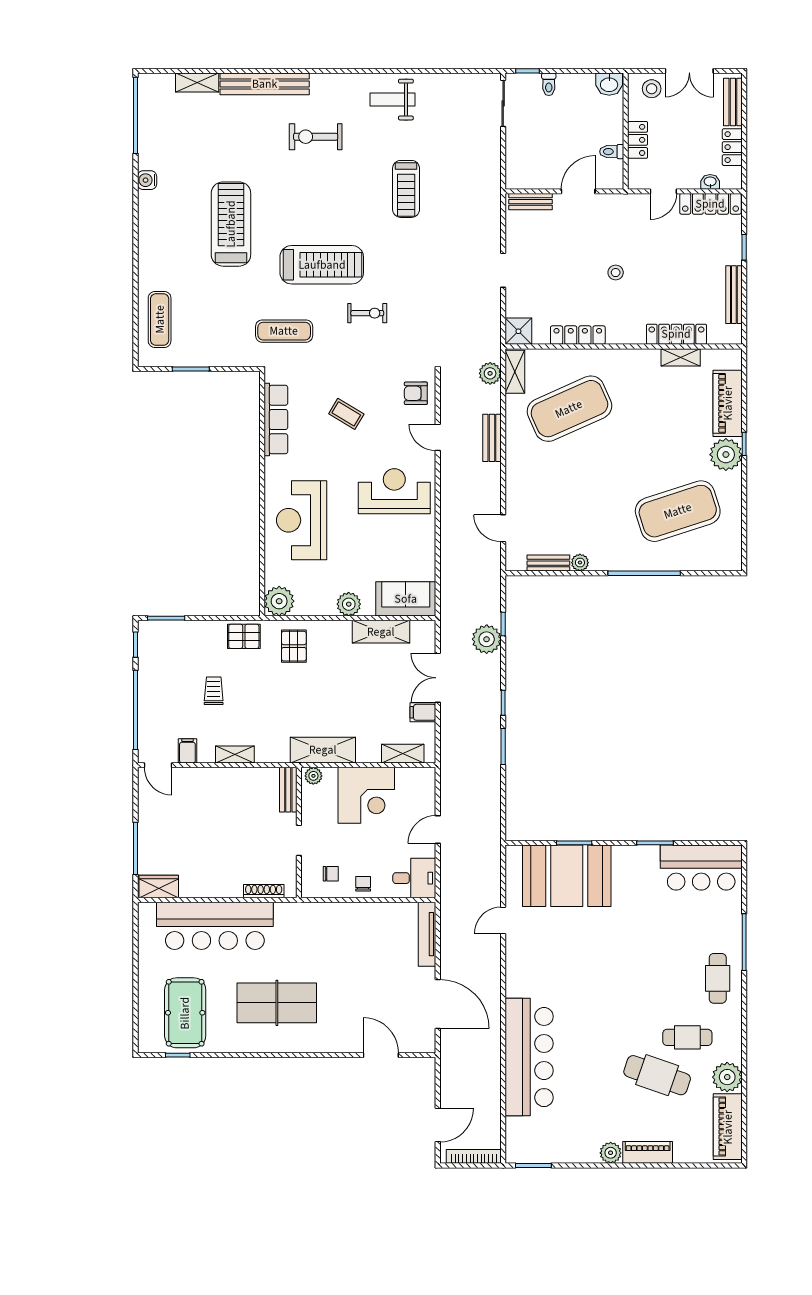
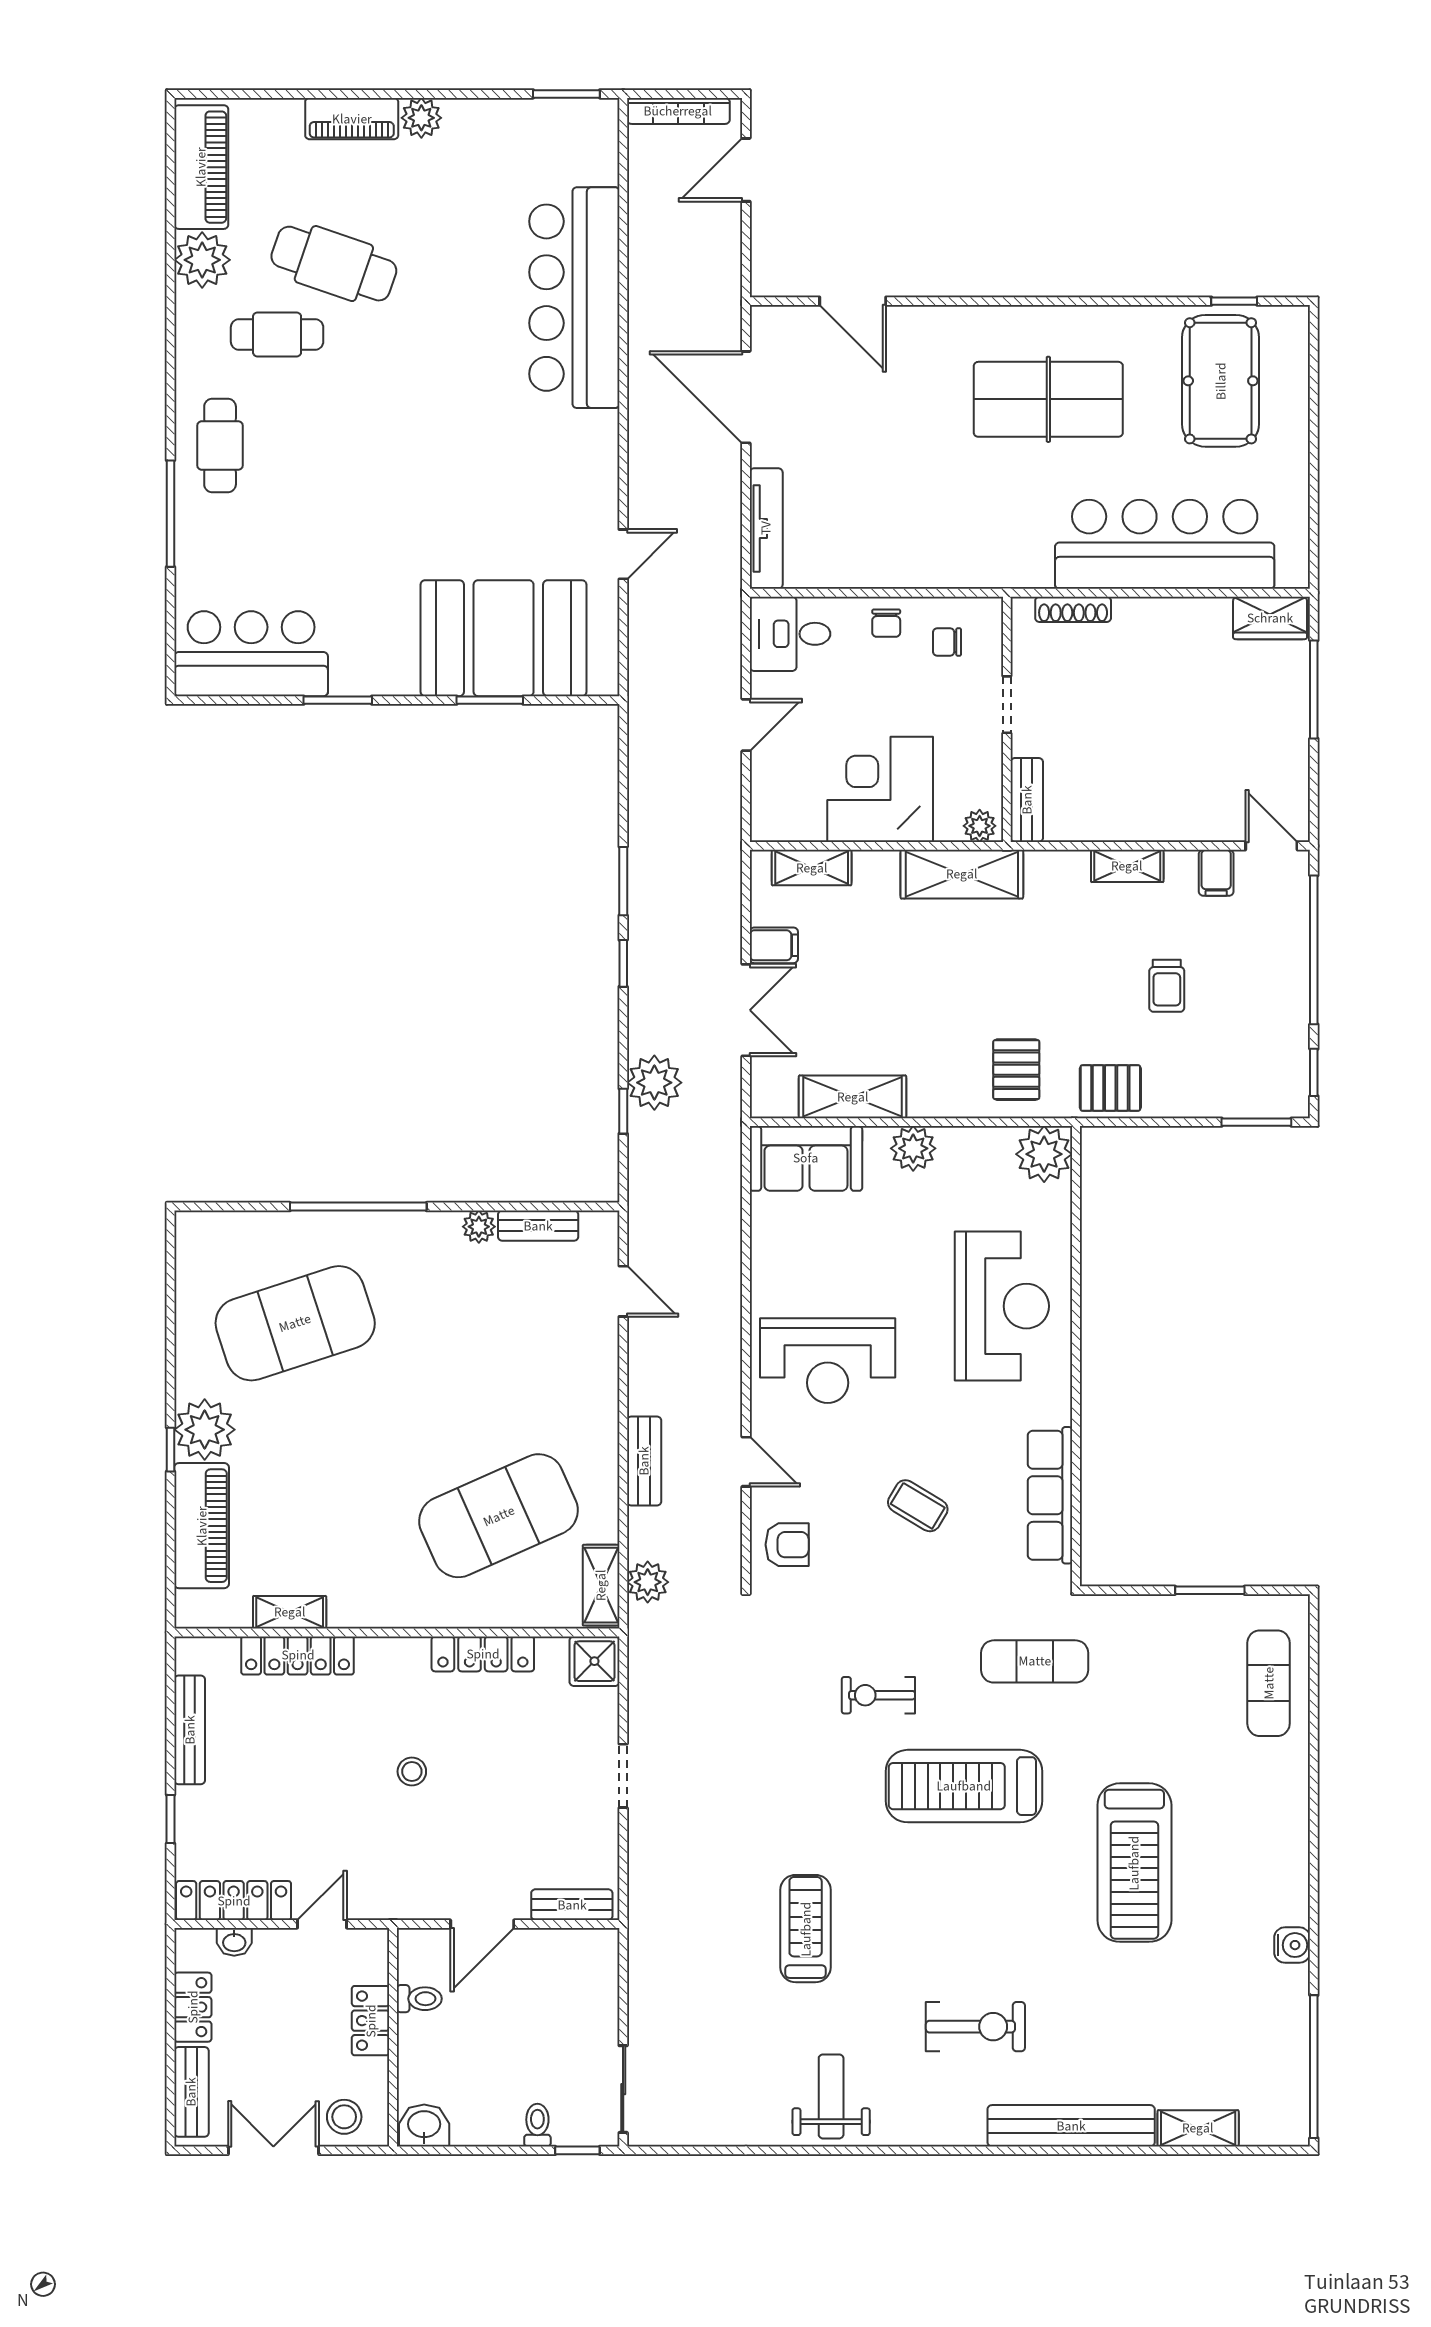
weight bench: (392, 100) -> (831, 2096), turned -90

